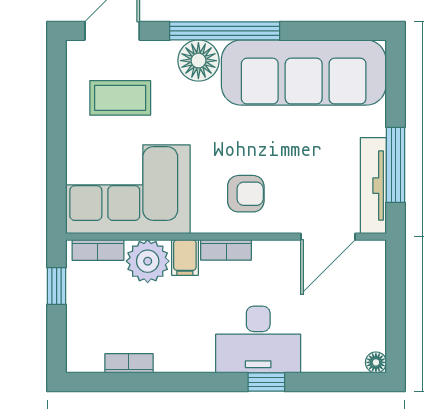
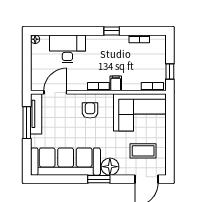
window: (225, 31) -> (99, 179), width x0.47
armchair: (246, 194) -> (90, 110), turned 90
plant: (148, 261) -> (131, 82), removed
desk: (258, 340) -> (67, 49), moved
window: (266, 382) -> (112, 31), moved

